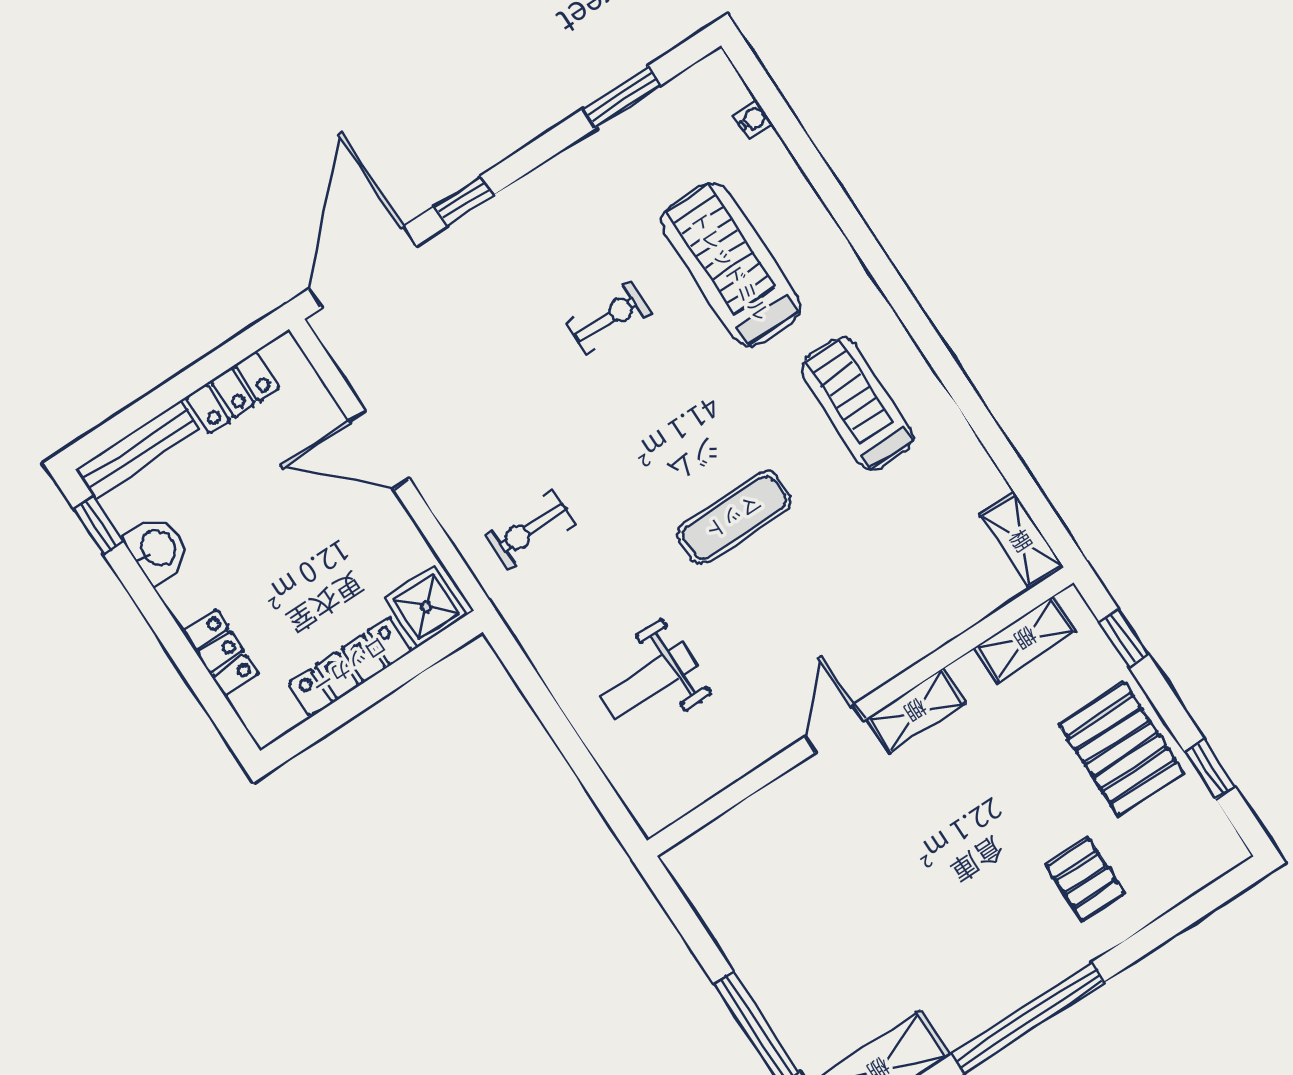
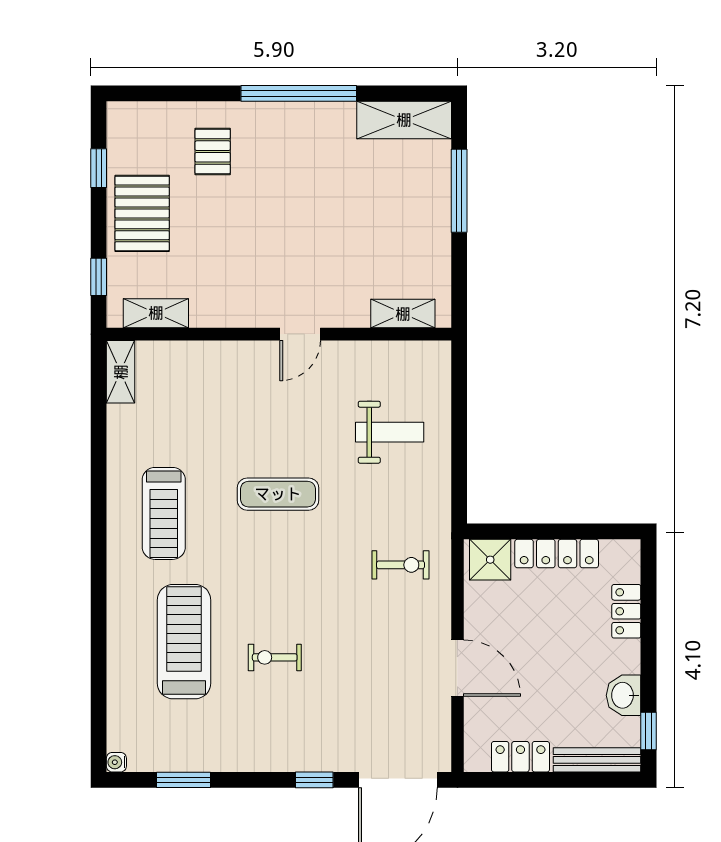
water cooler: (752, 119) -> (116, 762), moved
treadmill: (731, 265) -> (184, 642), turned 180
shelving: (916, 711) -> (403, 314), moved

